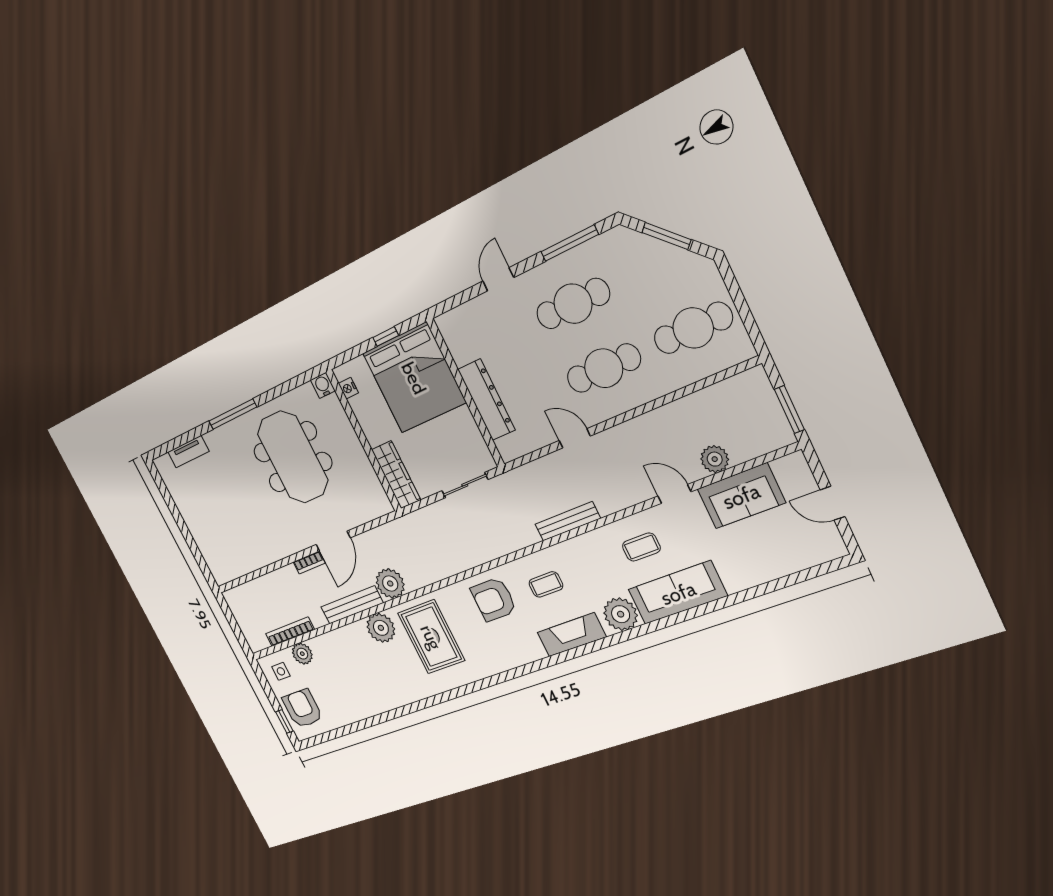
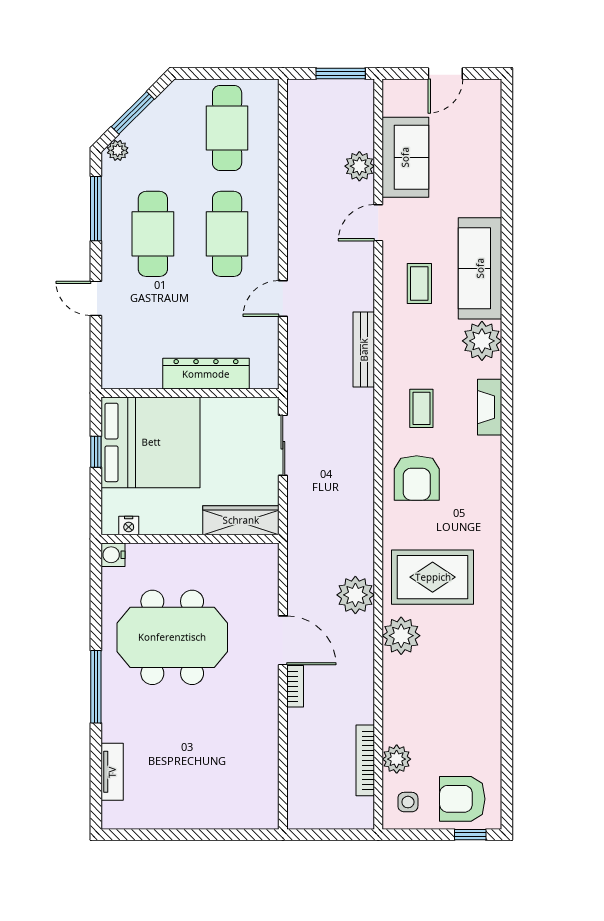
plant: (628, 238) -> (118, 150), added
bench: (352, 605) -> (362, 658), removed
fireplace: (572, 635) -> (490, 407), width x0.73, depth x0.76

